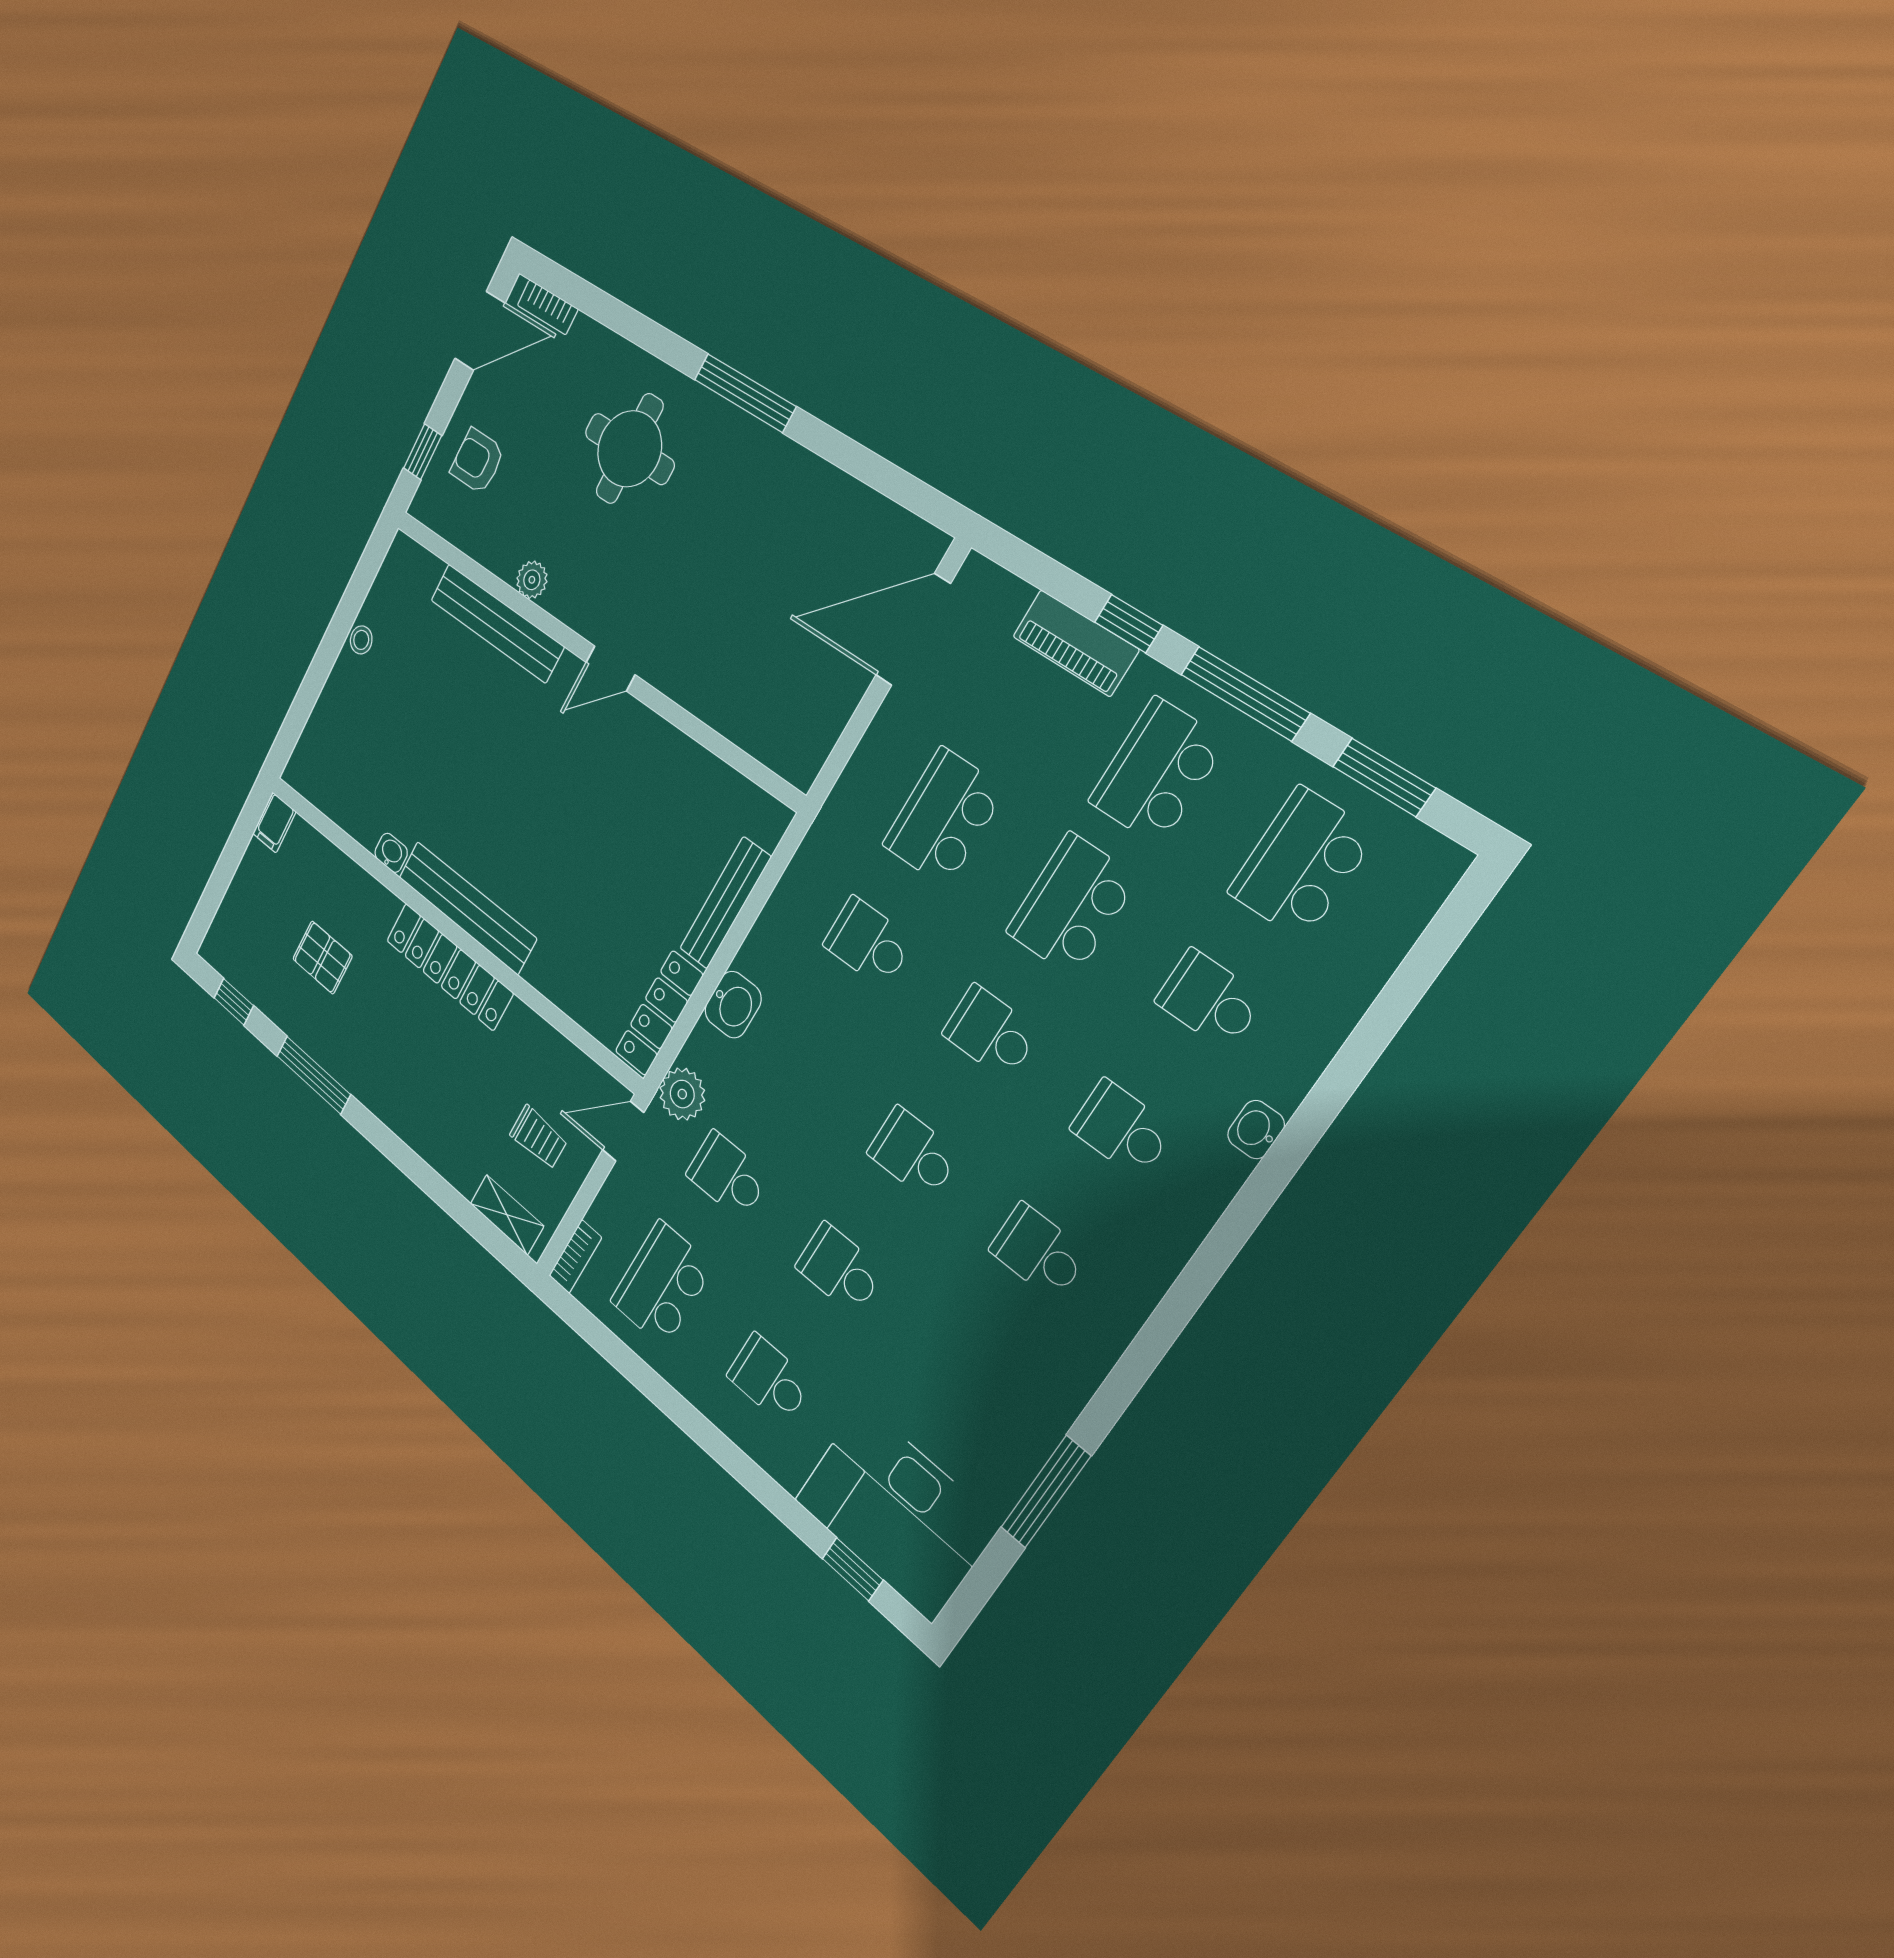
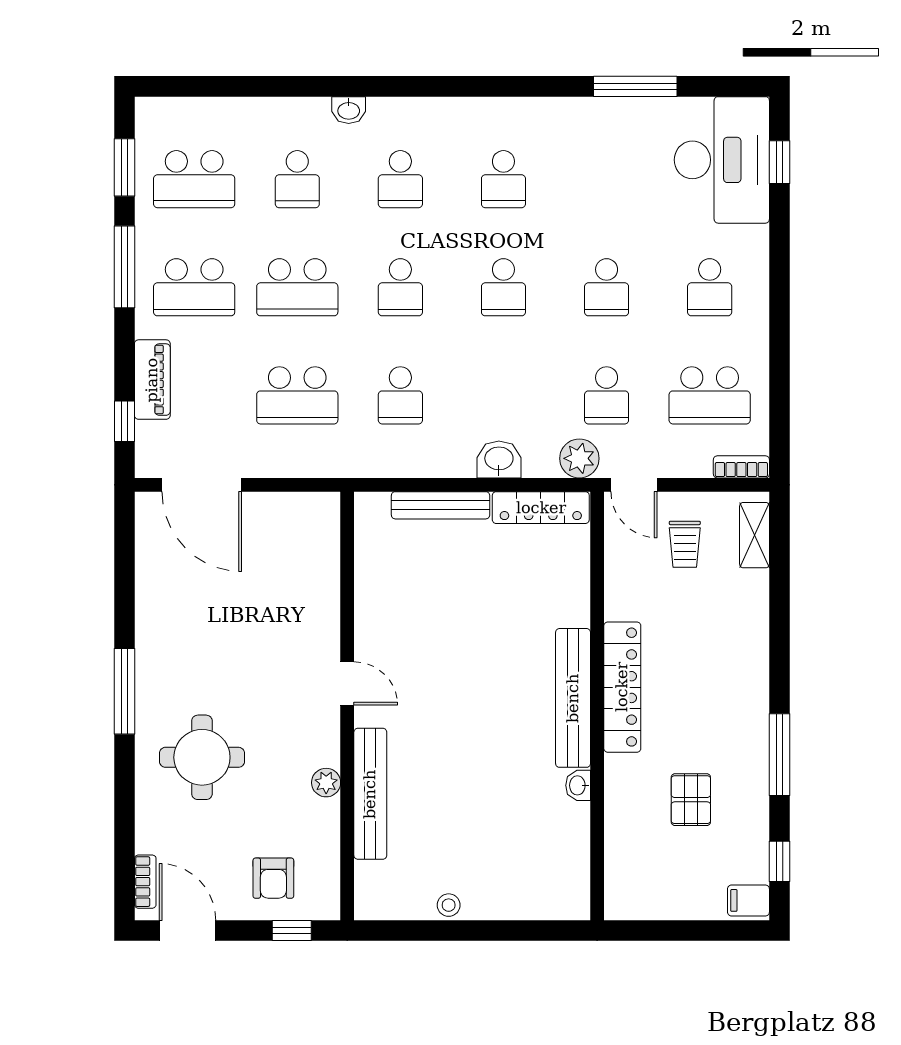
window: (1129, 624) -> (124, 421), moved
filing cabinet: (274, 823) -> (748, 900), moved, turned 180
trolley: (538, 1137) -> (685, 544), turned 180

